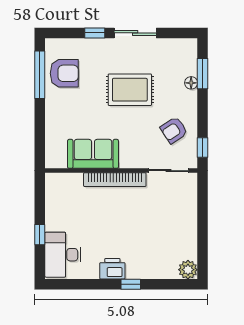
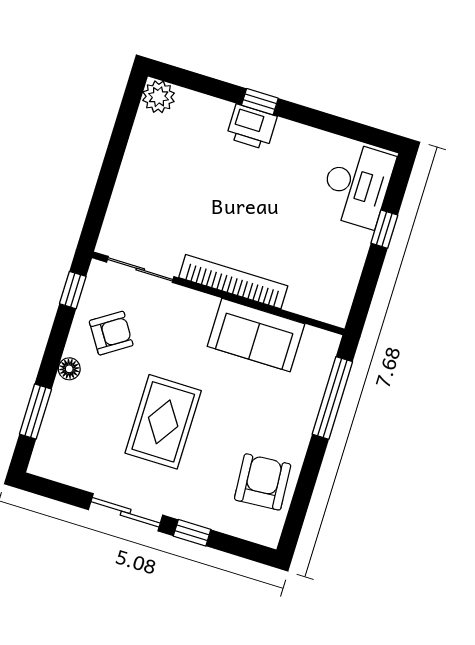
armchair: (64, 73) -> (263, 482), turned 86
window: (40, 75) -> (332, 398), moved
floor lamp: (191, 83) -> (69, 369), moved
rug: (130, 90) -> (163, 422), turned 90
printer: (112, 269) -> (252, 127), moved

